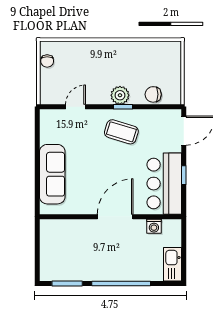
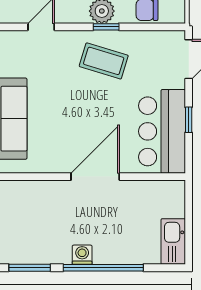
washing machine: (154, 226) -> (82, 255), moved, turned 180

